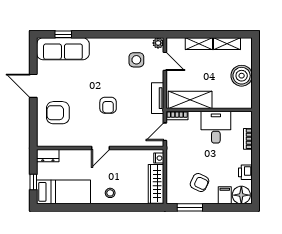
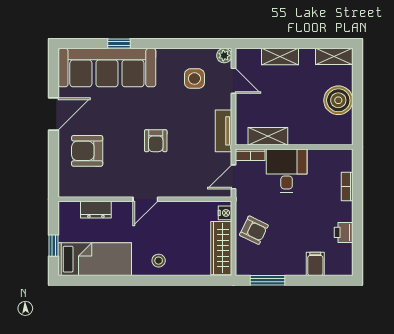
window: (63, 34) -> (119, 44), moved
shelving: (227, 44) -> (334, 56), moved
sofa: (63, 49) -> (107, 68), width x1.36, depth x1.27
door: (33, 86) -> (54, 114), swing flipped
shelving: (190, 100) -> (268, 136), width x0.67, depth x0.75
desk: (216, 127) -> (287, 171), moved
dresser: (48, 156) -> (96, 210), moved
armchair: (199, 183) -> (254, 230), moved
floor lamp: (241, 195) -> (338, 263), removed

